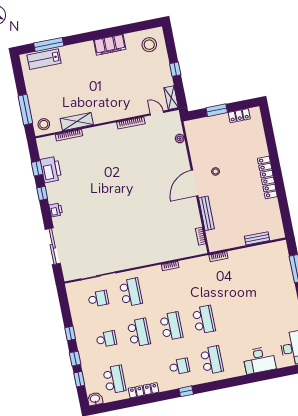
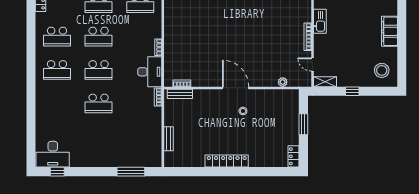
door: (157, 113) -> (312, 64), swing flipped
kitchen sink: (114, 114) -> (320, 21), added
locker: (239, 116) -> (294, 156), moved
bench: (207, 213) -> (180, 94), moved, width x0.73
school desk: (236, 313) -> (99, 103), added
desk: (259, 360) -> (150, 72), moved, turned 180
school desk: (179, 366) -> (57, 37), width x1.85
window: (186, 391) -> (31, 38), removed

